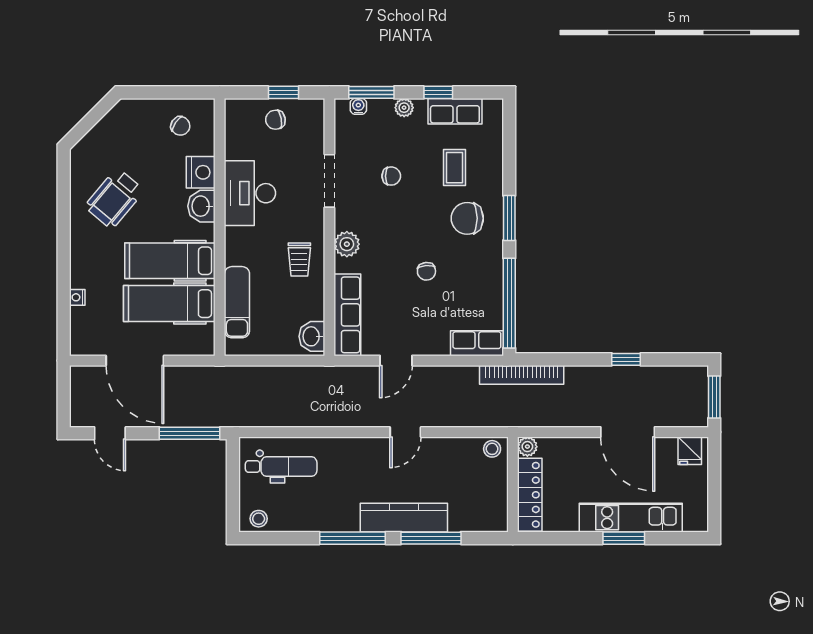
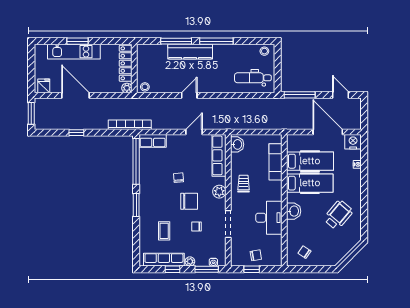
row of seats: (455, 111) -> (164, 260), width x1.48
nightstand: (201, 172) -> (353, 142), moved, turned 90
chair: (467, 218) -> (189, 201), moved

